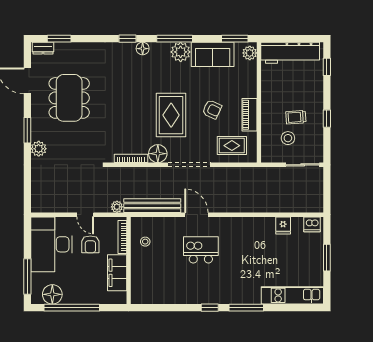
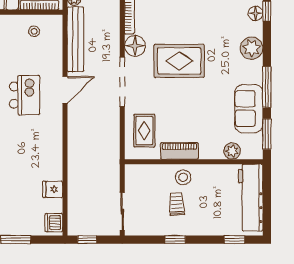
window: (175, 39) -> (267, 87), moved
floor lamp: (143, 49) -> (256, 13), moved
plant: (181, 52) -> (252, 48), moved
plant: (250, 53) -> (232, 151), moved
armchair: (212, 109) -> (186, 108), removed
stool: (288, 138) -> (183, 177), moved
window: (327, 195) -> (87, 240), added

